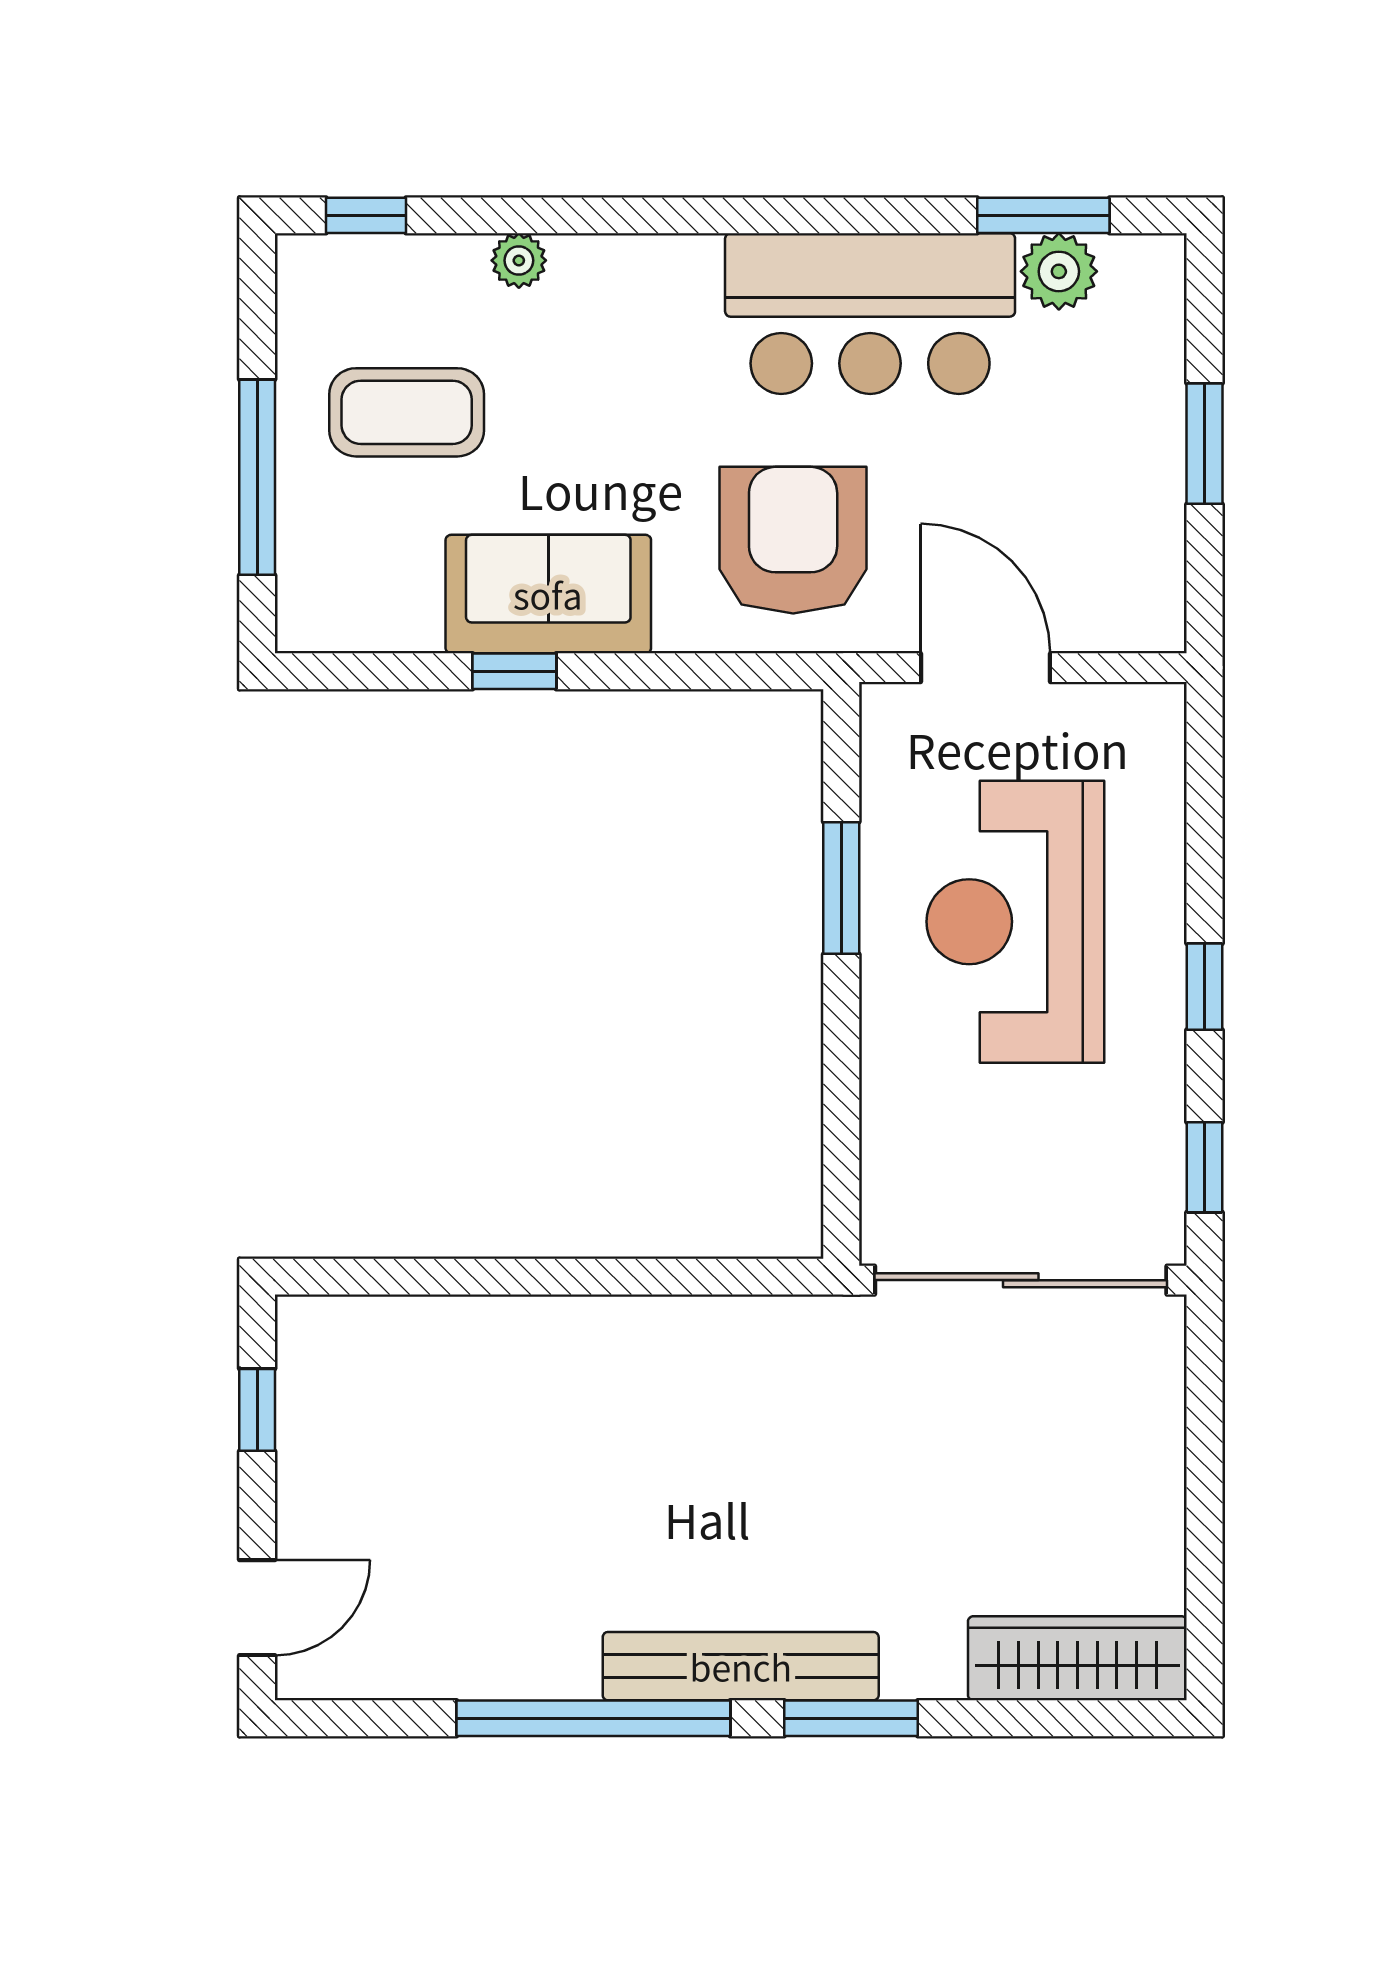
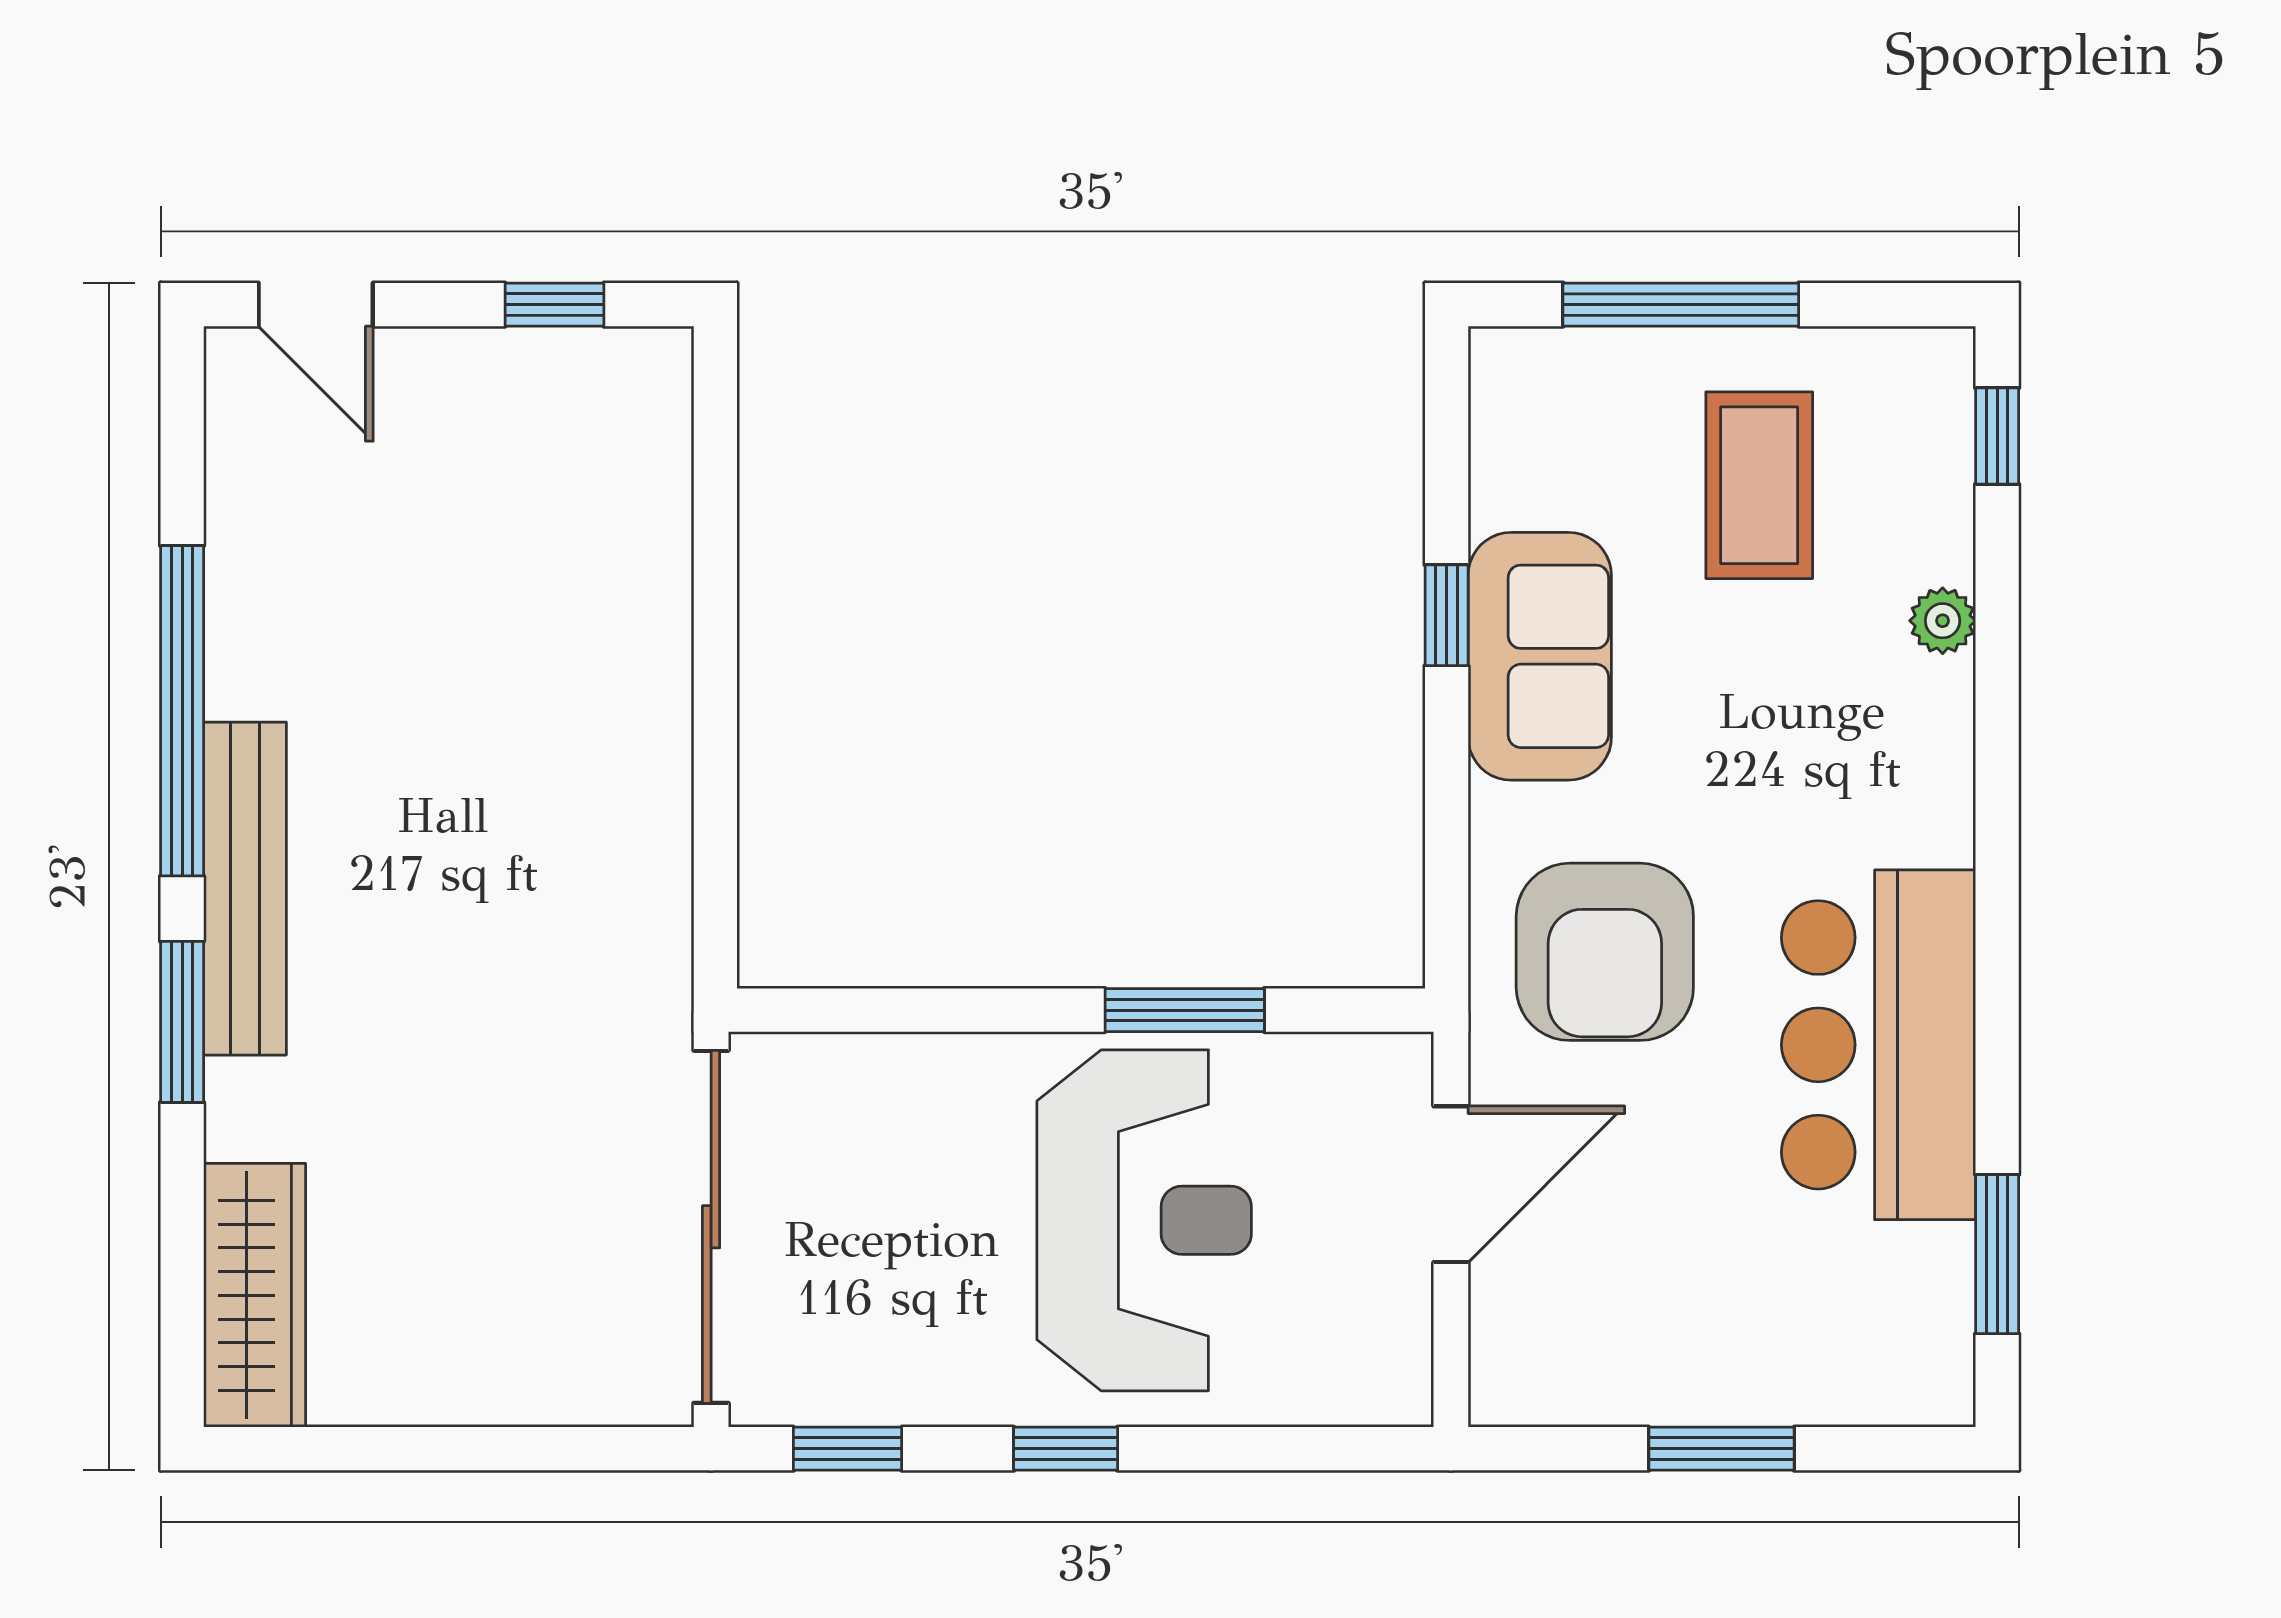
plant: (1059, 271) -> (1929, 1273), removed
armchair: (793, 540) -> (1605, 952), turned 90
reception desk: (1015, 922) -> (1144, 1220), turned 90

